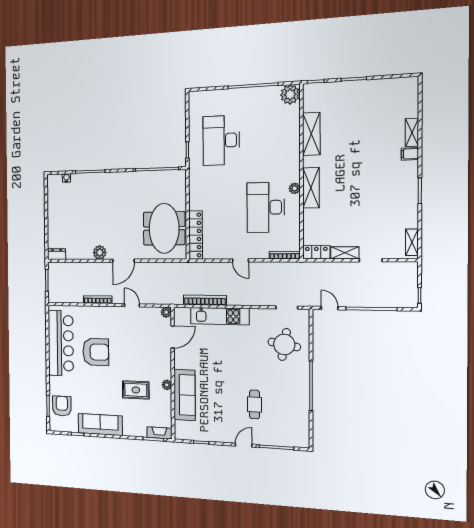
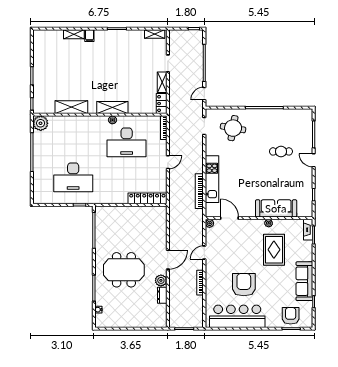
meeting table: (164, 228) -> (124, 270), moved
dresser: (57, 254) -> (162, 295), moved
door: (123, 261) -> (168, 260), hinge flipped
rug: (136, 390) -> (274, 250), width x1.36, depth x1.43
armchair: (62, 406) -> (291, 316), turned 90

